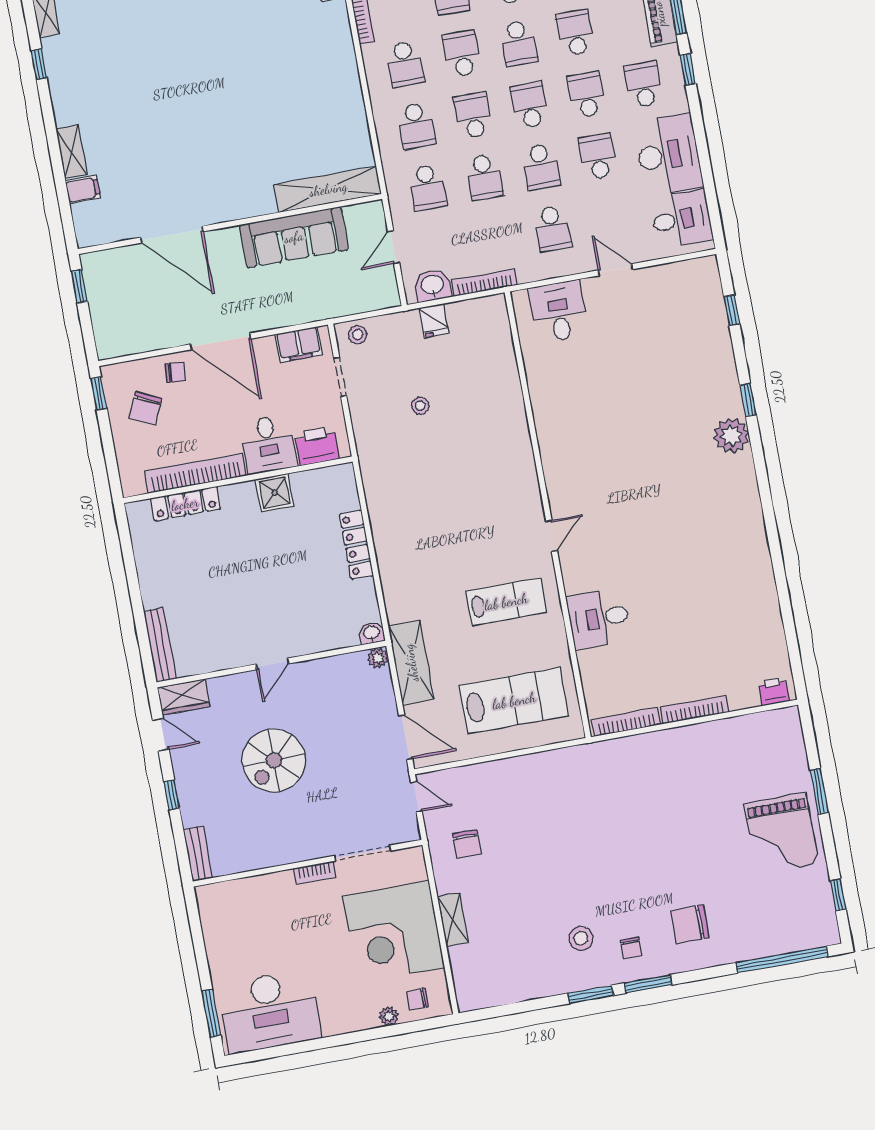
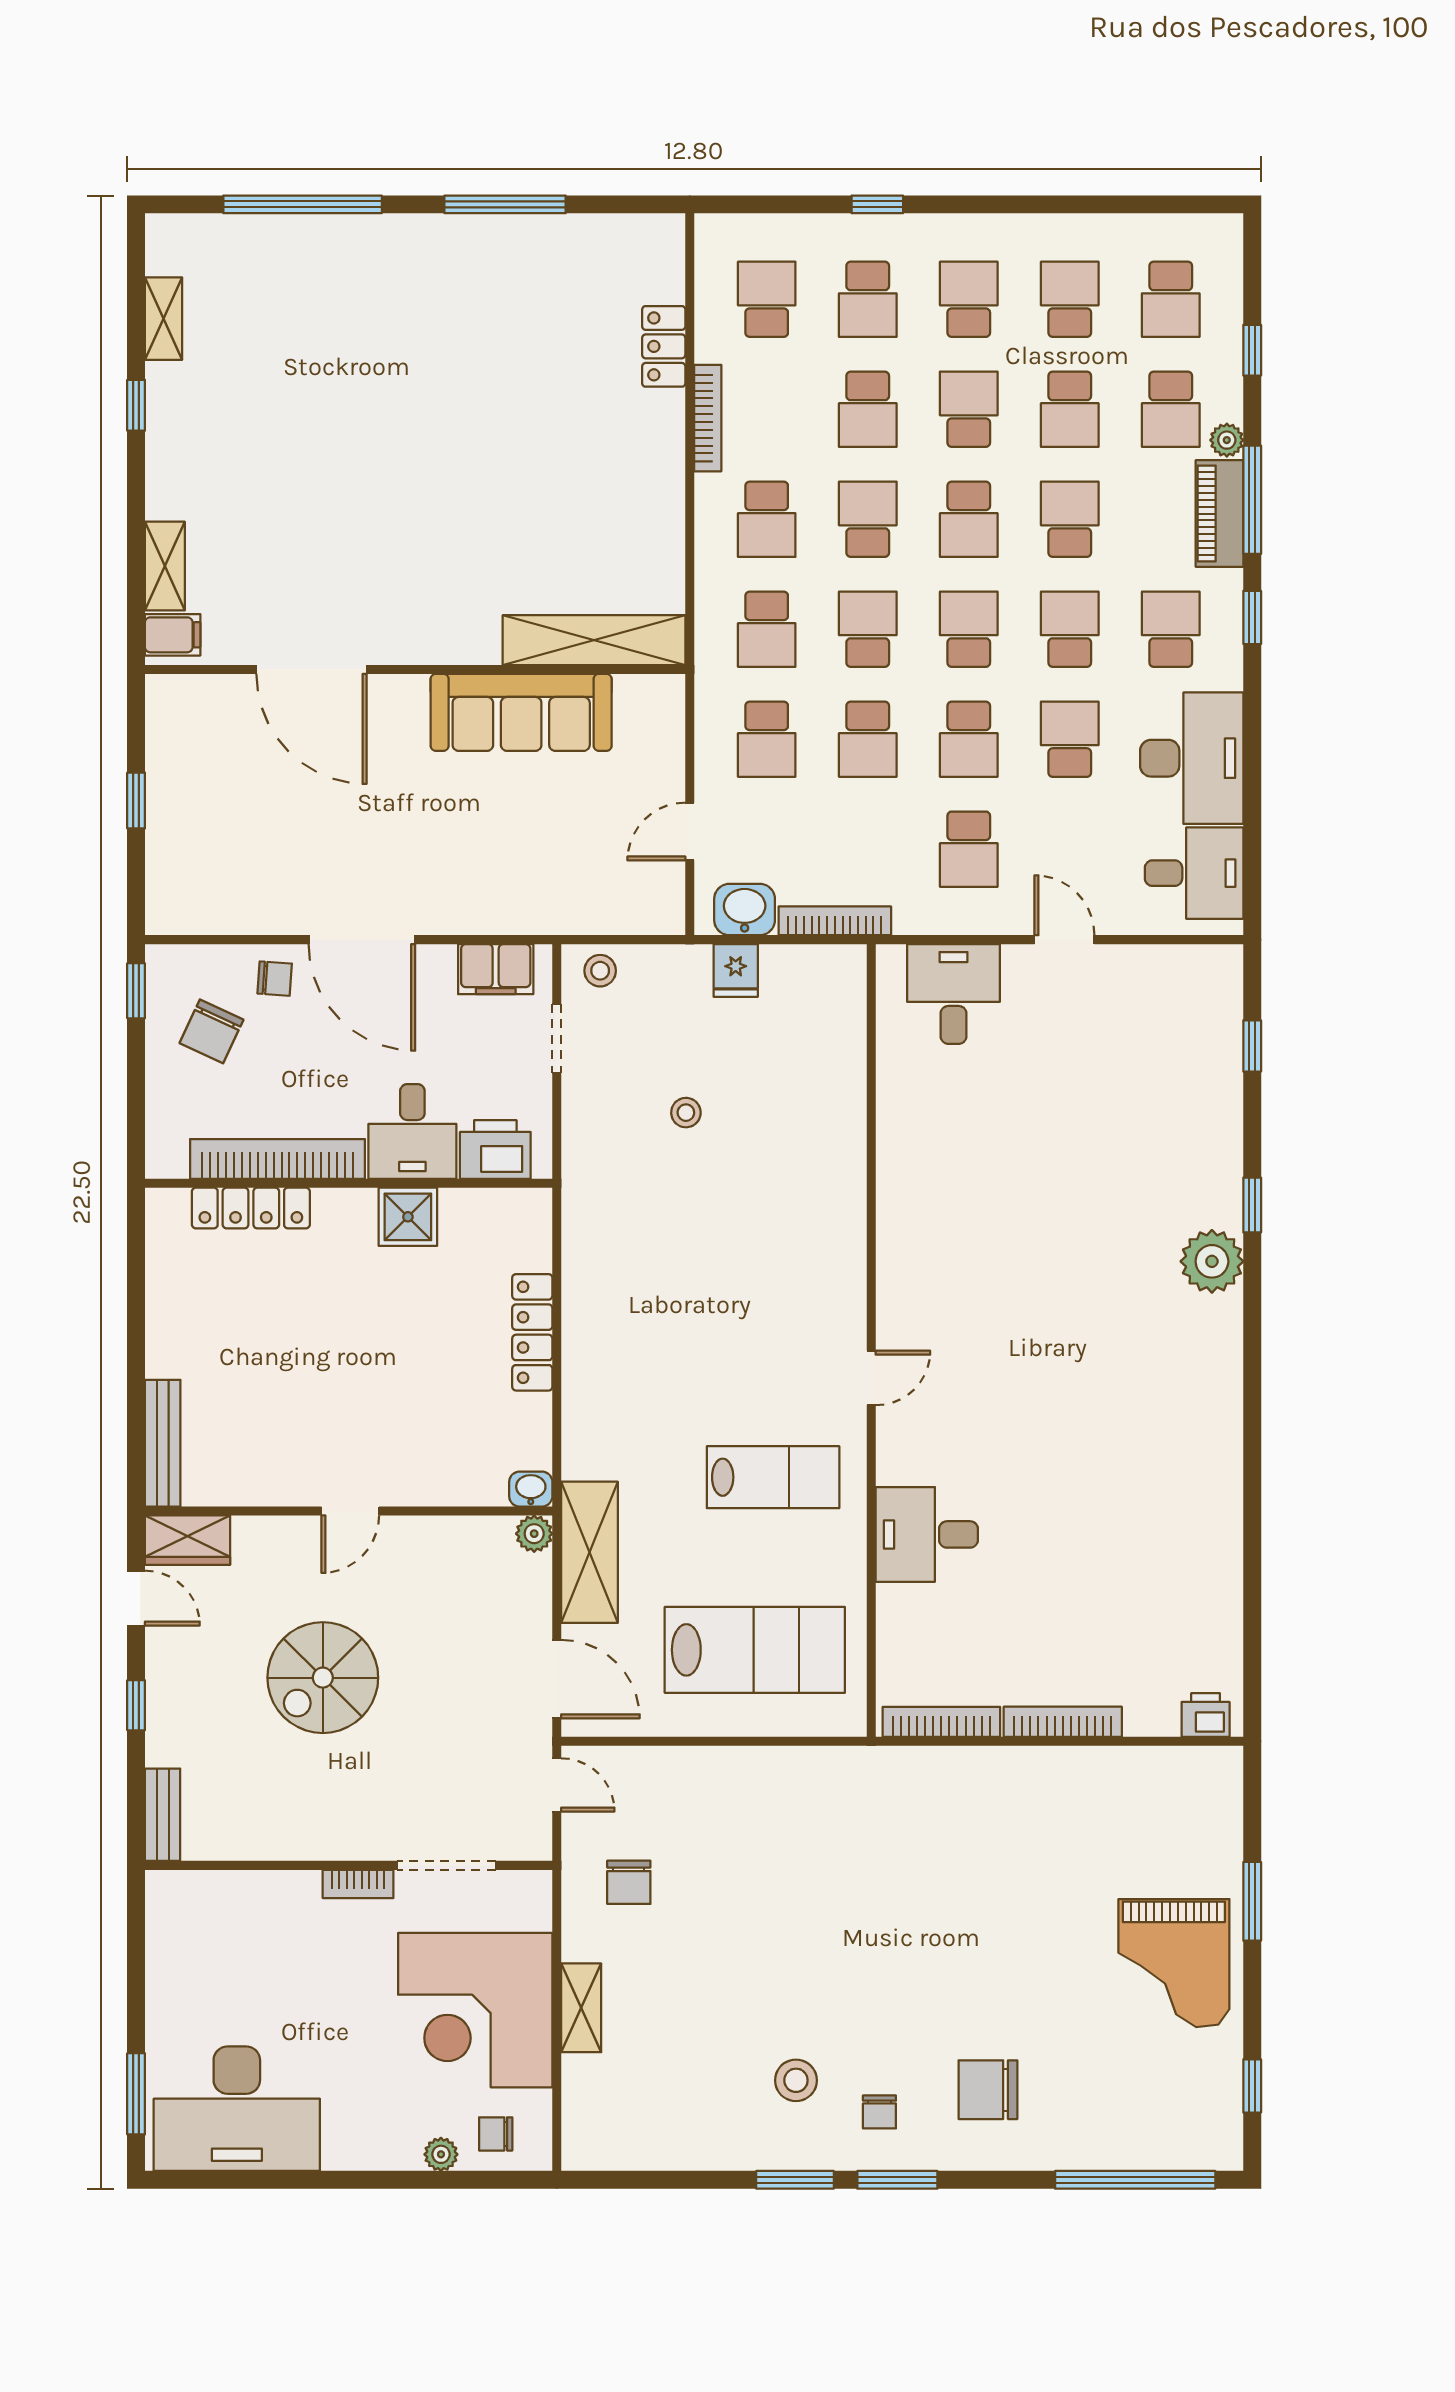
shelving: (328, 189) -> (594, 640), moved
wall: (230, 224) -> (415, 669), moved
door: (172, 235) -> (312, 669), moved
sofa: (294, 237) -> (521, 712), moved

